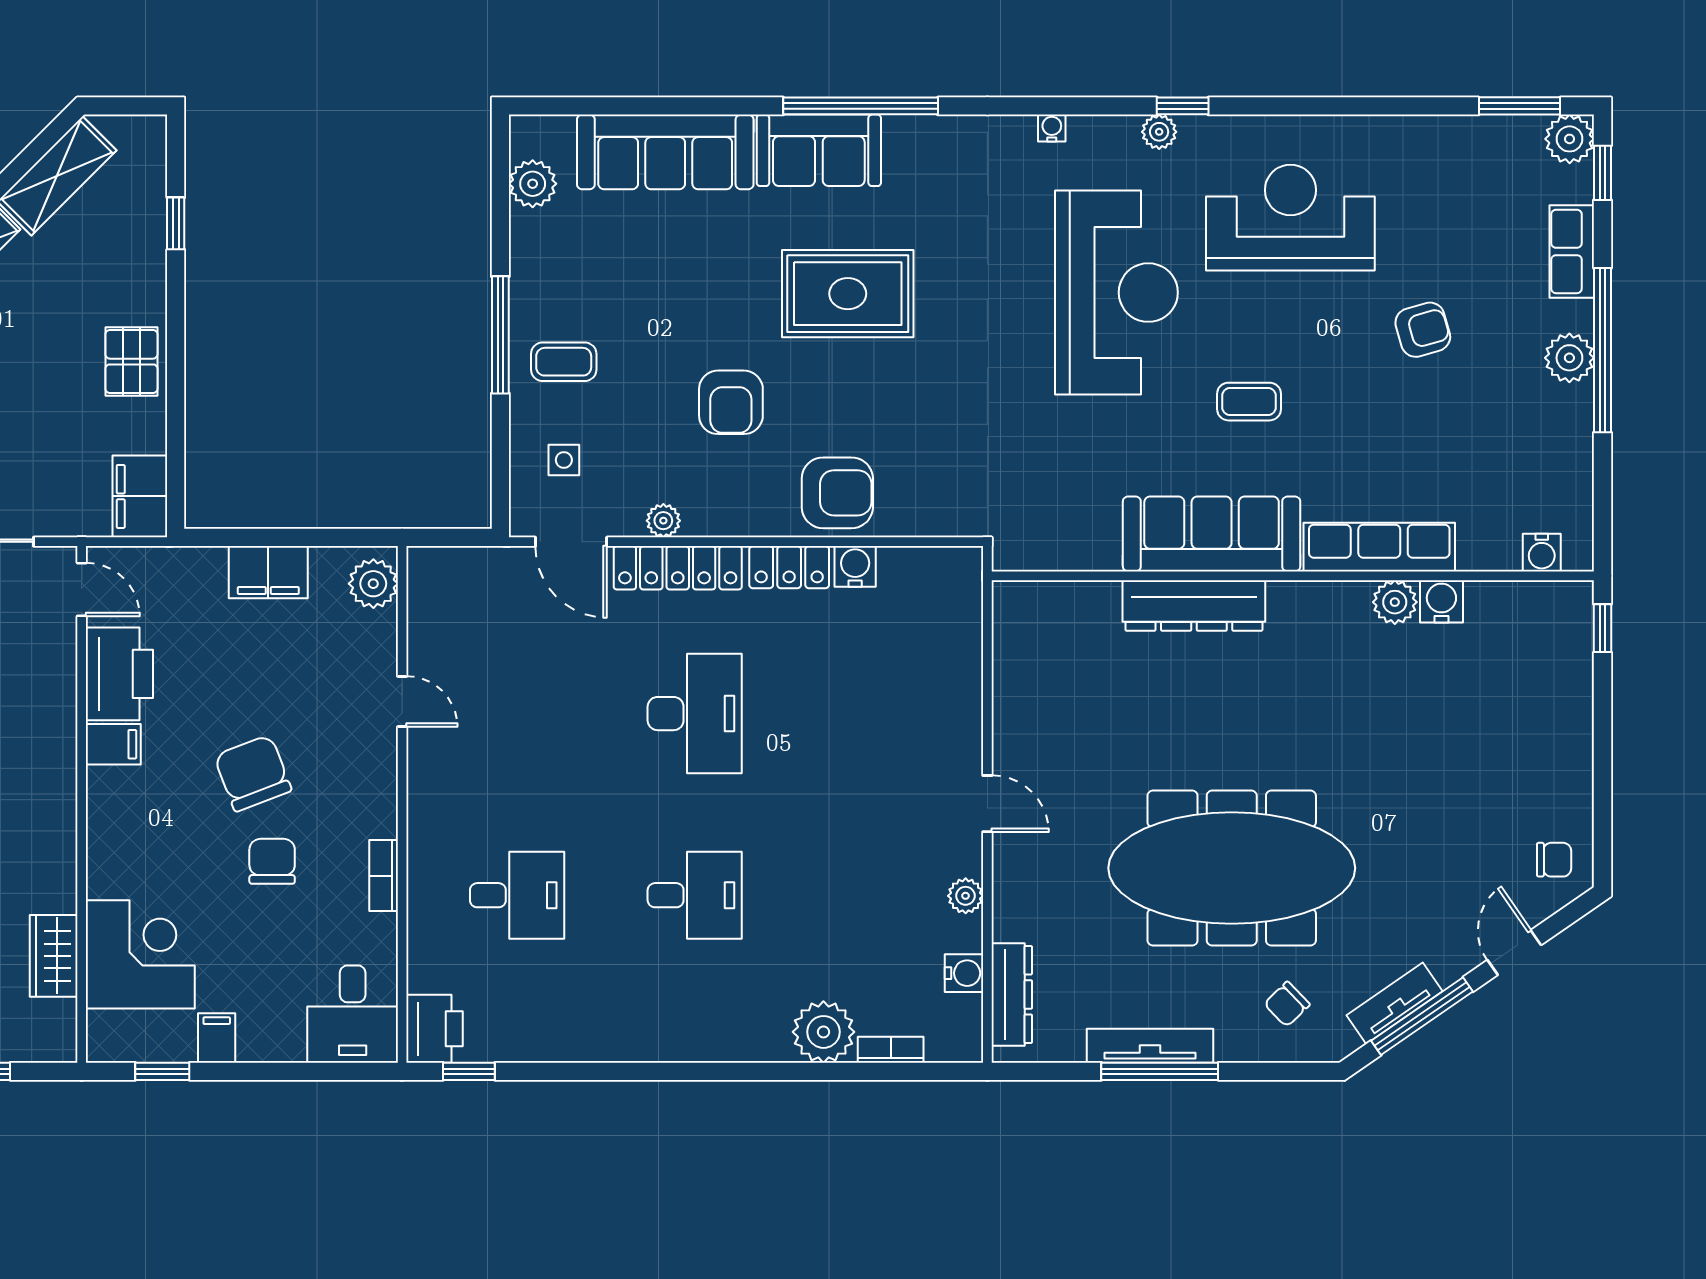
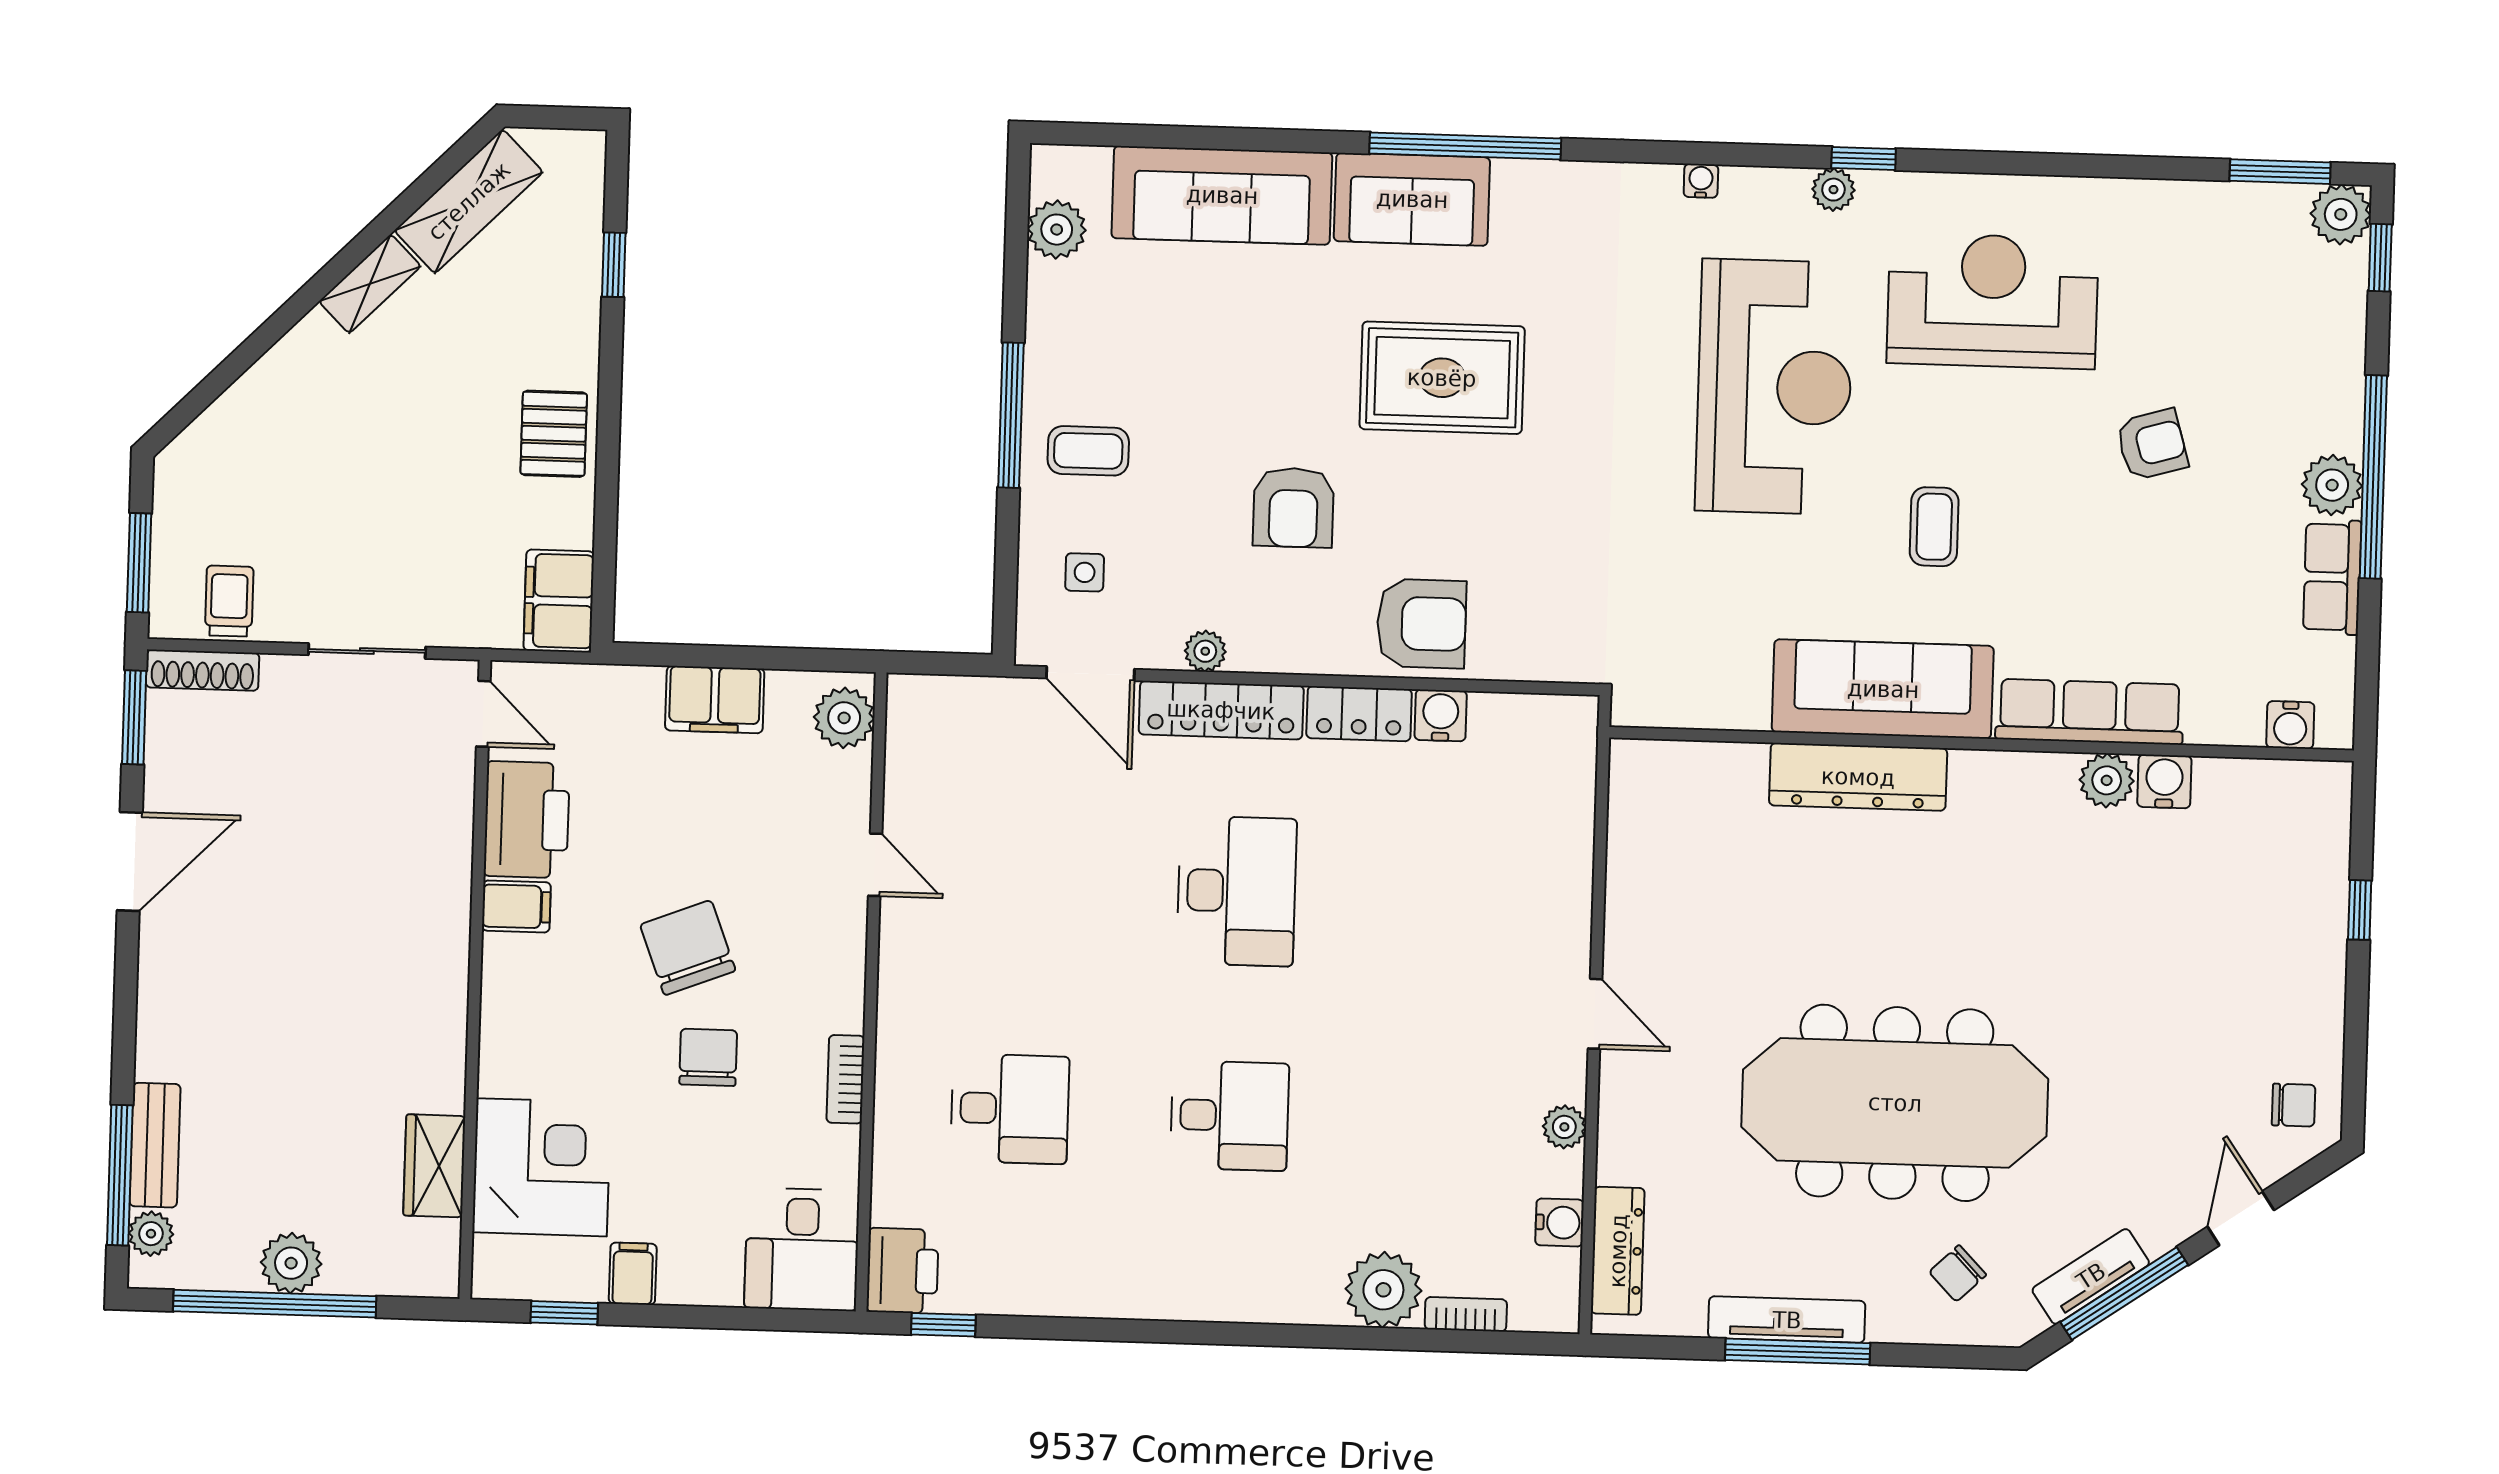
row of seats: (1572, 251) -> (2332, 577), moved
coffee table: (1249, 402) -> (1934, 527), turned 90
window: (1603, 628) -> (2360, 910), moved

